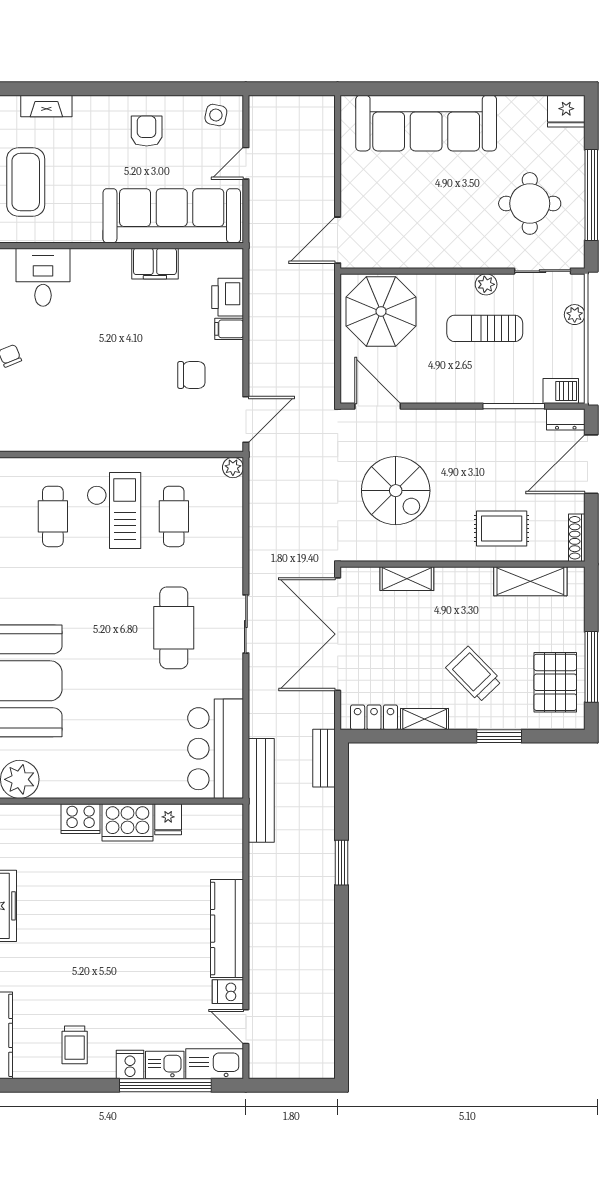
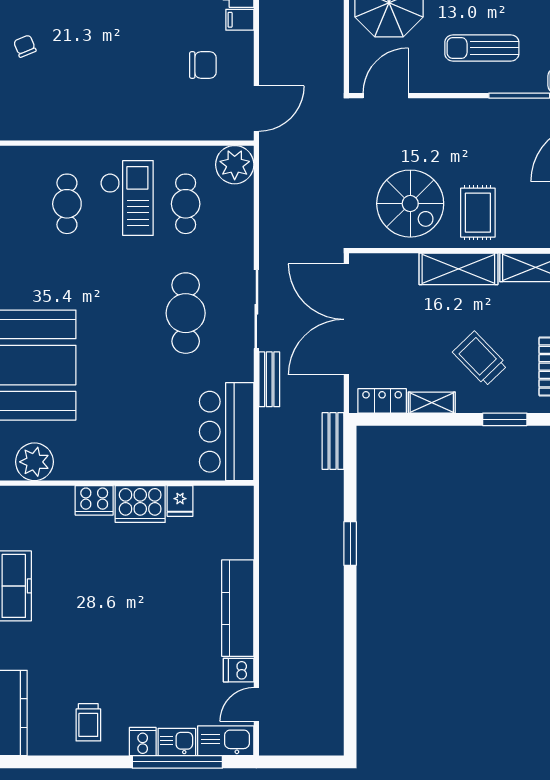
sun lounger: (485, 328) -> (482, 48), moved
door: (378, 406) -> (386, 96), hinge flipped
plant: (233, 467) -> (235, 165), width x1.88, depth x1.88
spiral stairs: (396, 491) -> (410, 204), moved
rug: (502, 528) -> (478, 213), moved, turned 90
shelving: (407, 579) -> (458, 269), moved, width x1.50, depth x1.33
sliding door: (246, 624) -> (256, 309), width x1.37
bench: (261, 790) -> (269, 379), moved, width x0.54, depth x0.82
door: (246, 1027) -> (256, 704), hinge flipped

